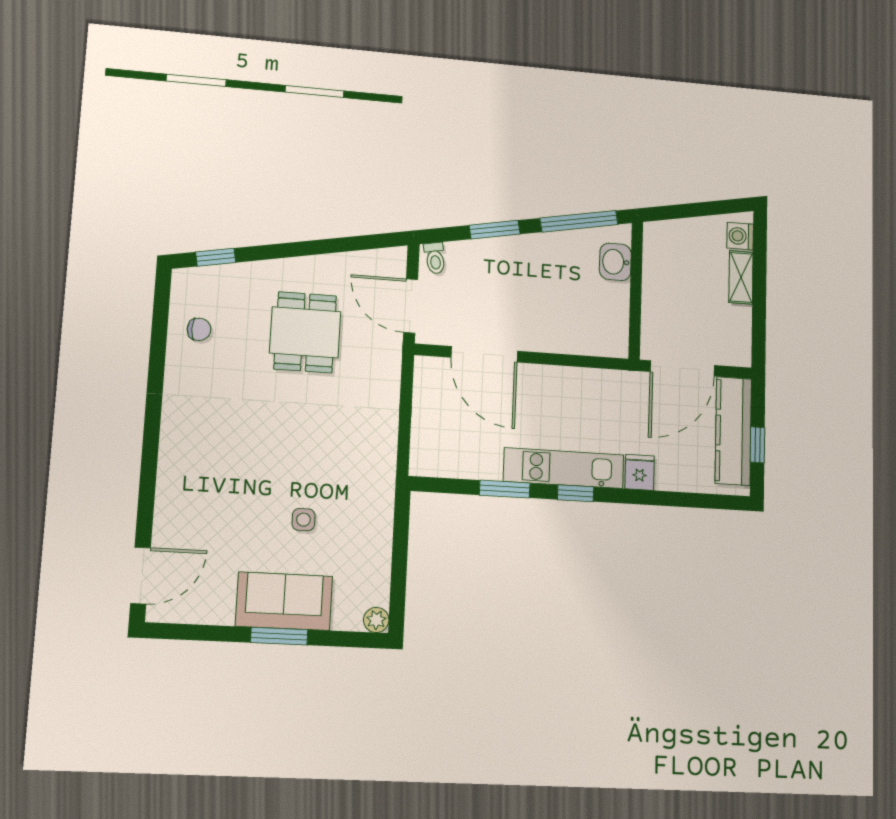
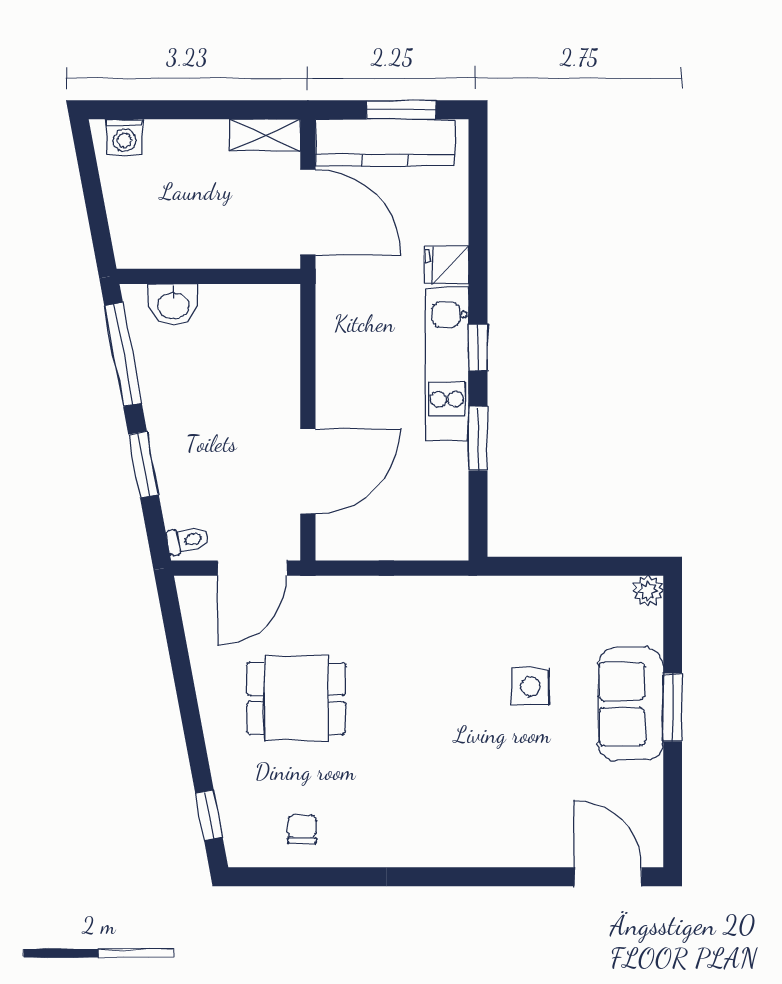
shelving: (741, 277) -> (265, 135), moved
window: (757, 445) -> (401, 110), width x1.50
side table: (303, 520) -> (530, 687), width x1.37, depth x1.37

